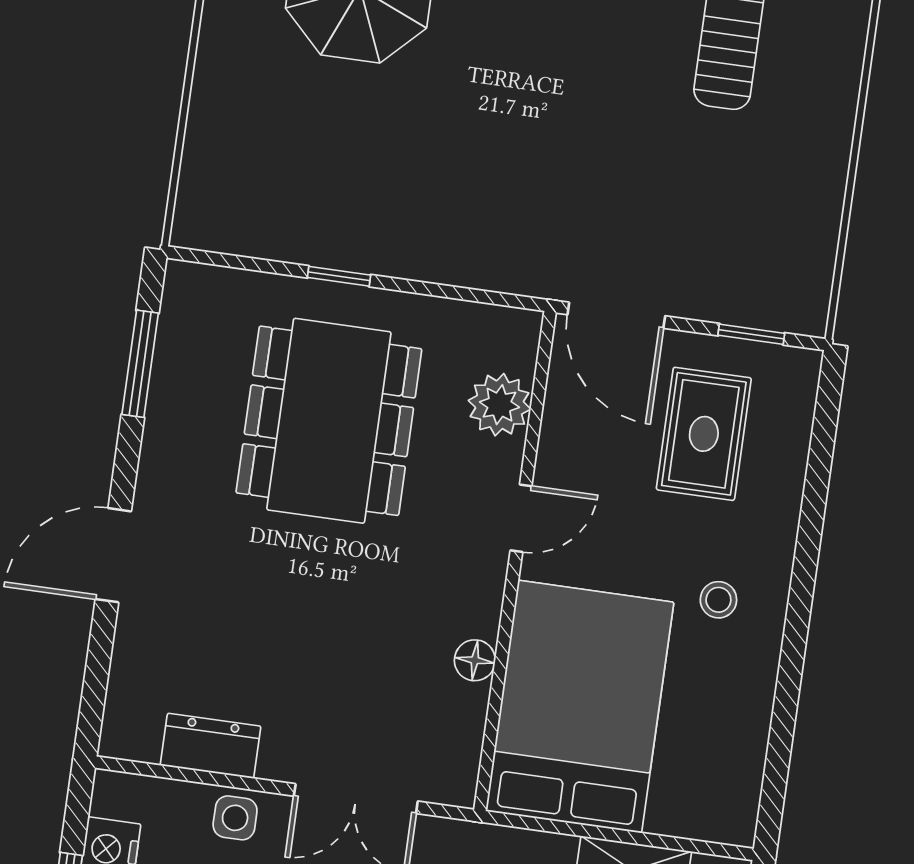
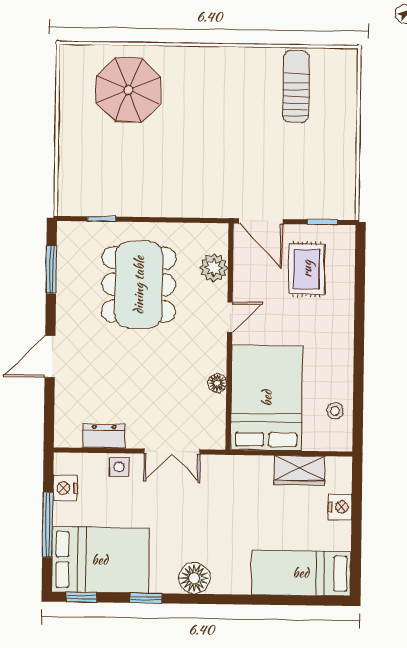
window: (339, 276) -> (102, 219), moved
stool: (718, 600) -> (335, 411), moved

